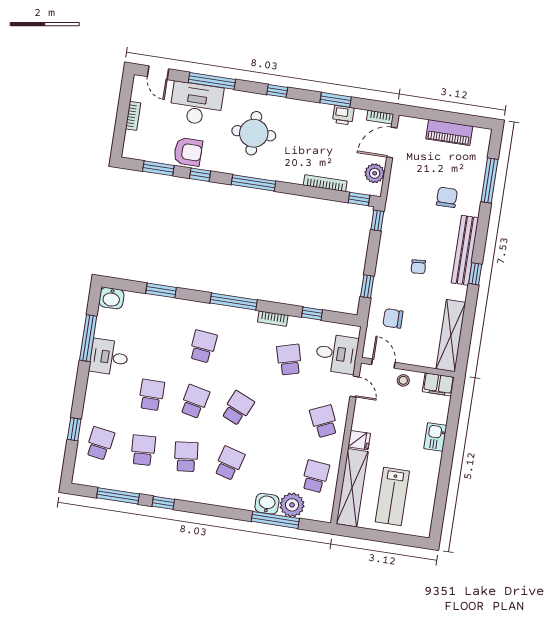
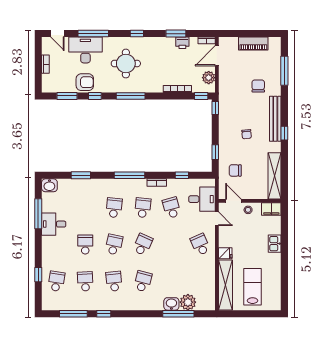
school desk: (315, 476) -> (143, 208), moved
lab bench: (392, 496) -> (253, 287), turned 180

